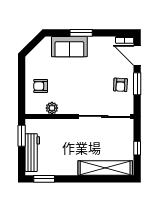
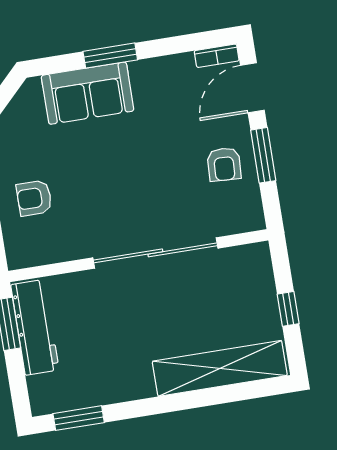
door: (137, 55) -> (252, 88), hinge flipped
plant: (52, 108) -> (70, 246), removed
sliding door: (105, 116) -> (155, 253), moved
workbench: (32, 153) -> (35, 327), moved

